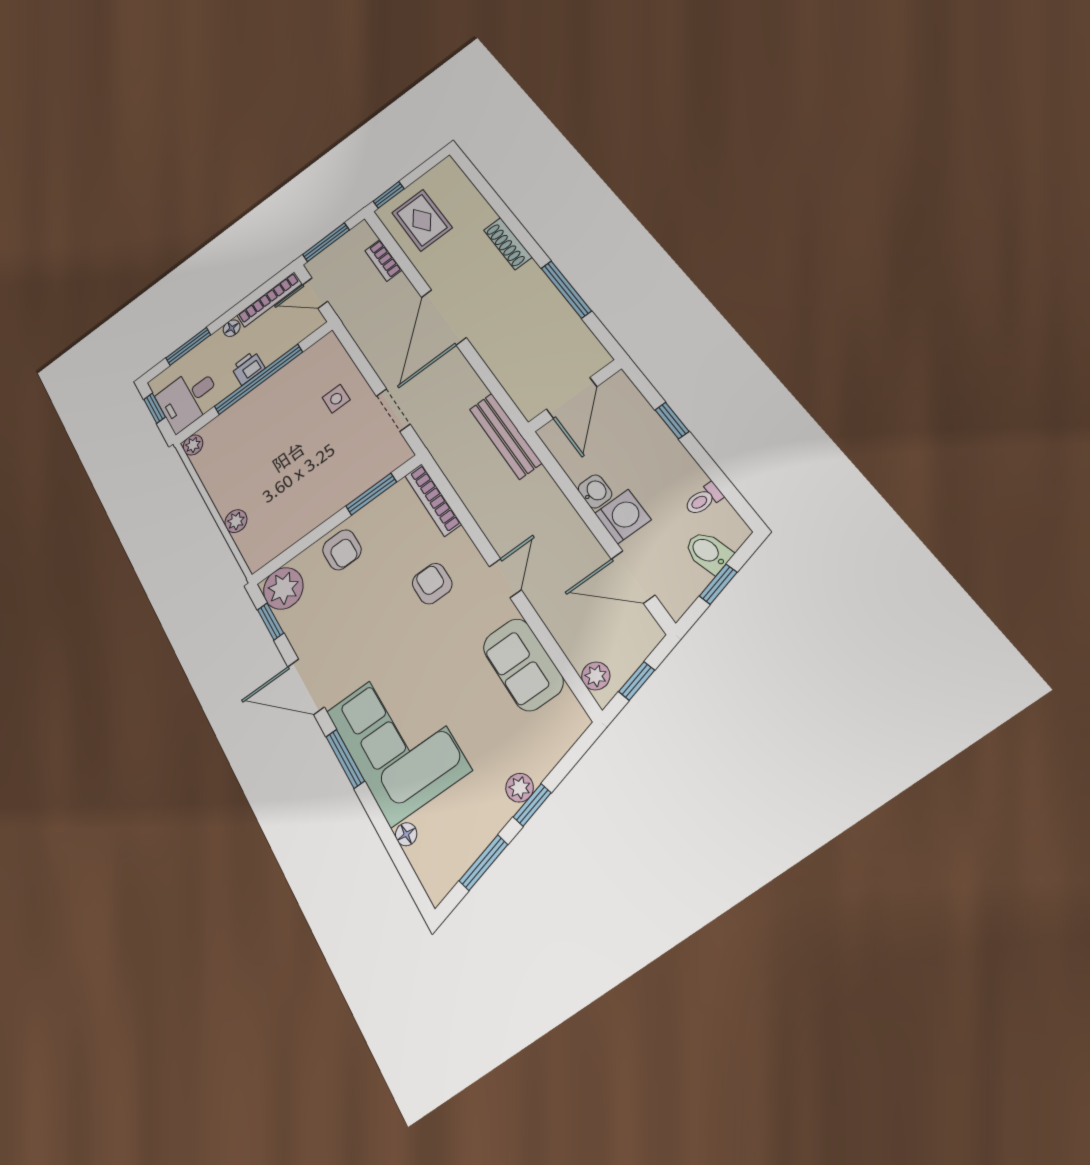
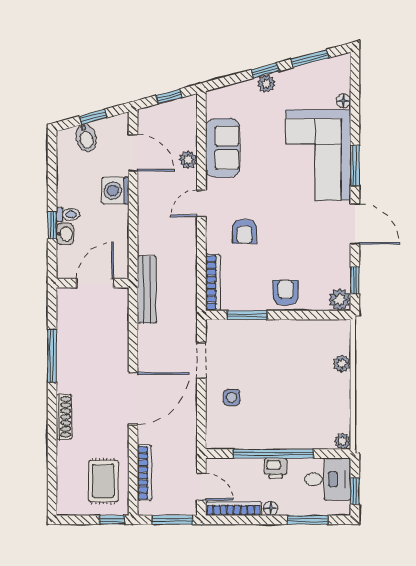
bookcase: (383, 260) -> (145, 473), width x1.56
washbasin: (595, 491) -> (65, 234), moved, turned 180
toilet: (703, 499) -> (68, 214), moved
plant: (283, 588) -> (340, 300), width x0.73, depth x0.73
plant: (596, 676) -> (188, 160), moved

